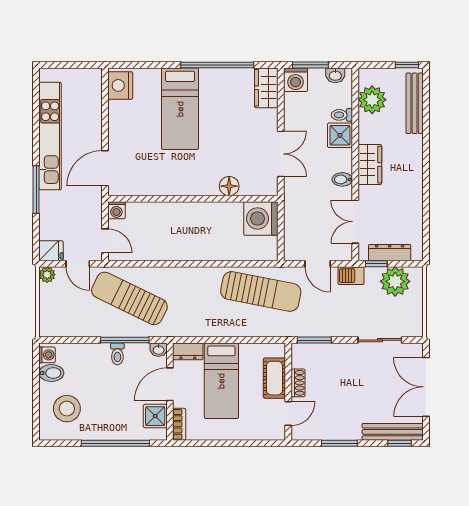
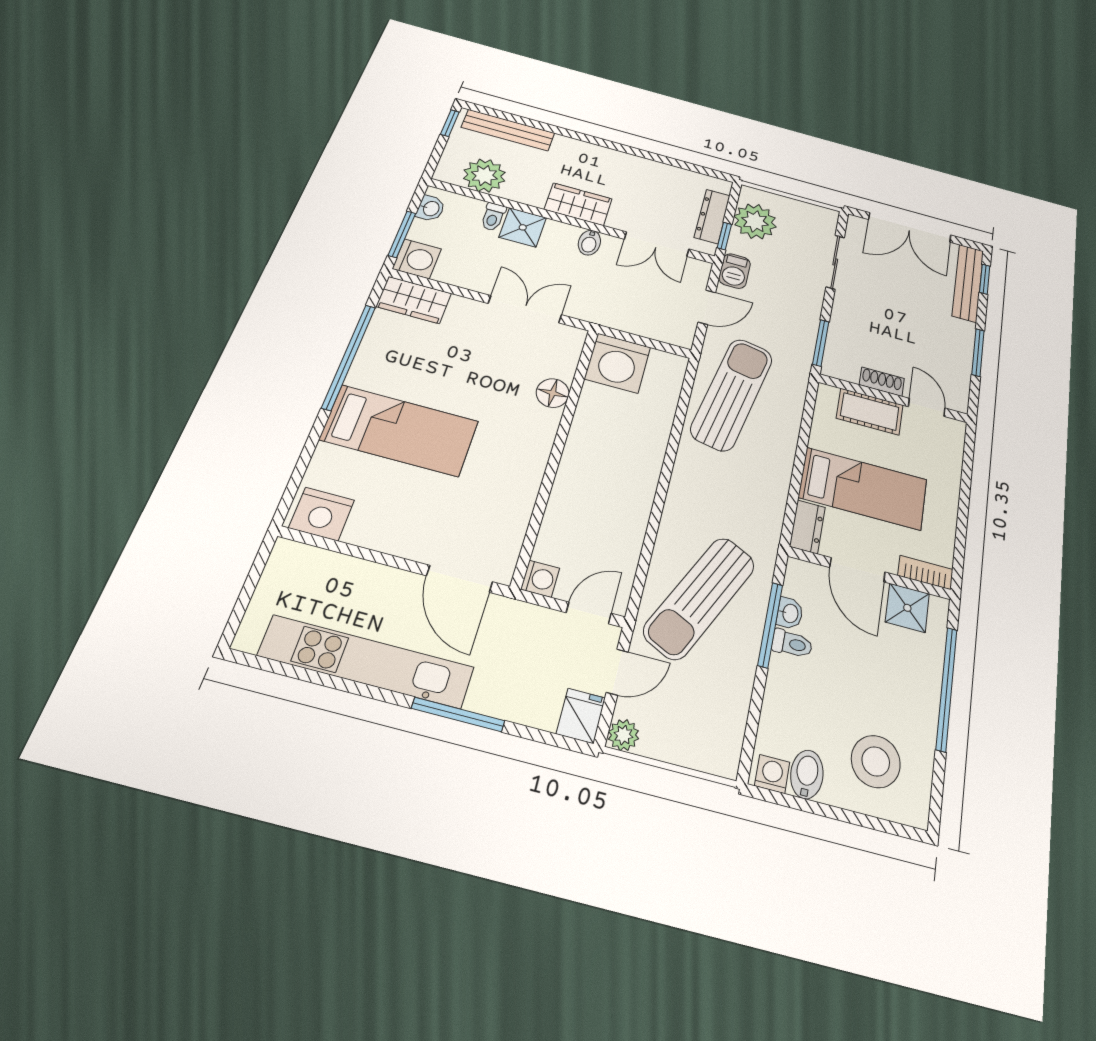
washbasin: (159, 350) -> (790, 613), moved

